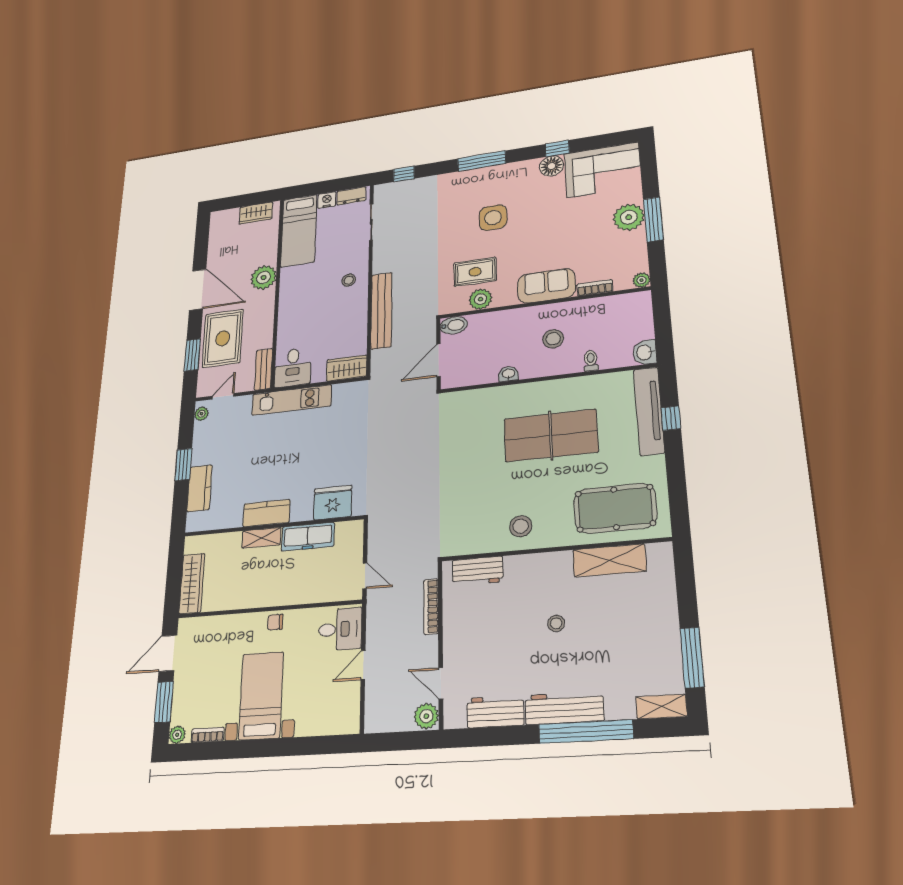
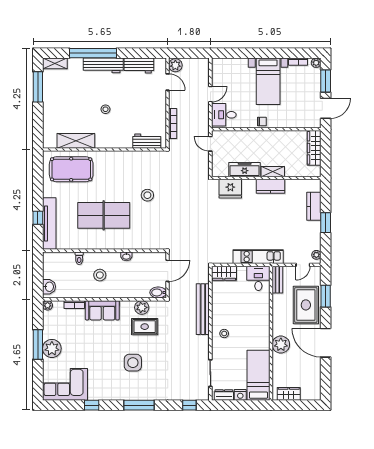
floor lamp: (551, 166) -> (96, 393), removed
washbasin: (645, 352) -> (49, 287), moved
stool: (521, 526) -> (147, 195), moved

